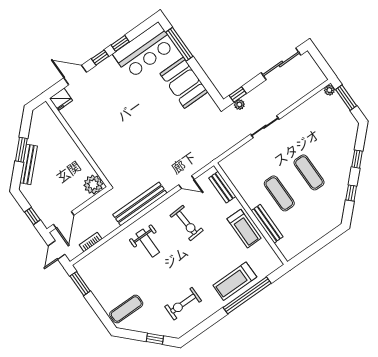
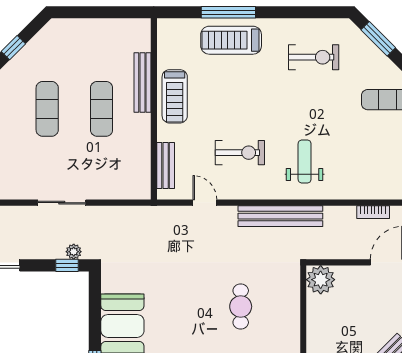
cafe table: (127, 139) -> (241, 307), added
exercise bike: (187, 223) -> (240, 153), turned 94
treadmill: (244, 229) -> (175, 96), turned 180
treadmill: (235, 281) -> (231, 40), turned 180
window: (247, 295) -> (228, 12), width x0.68
window: (155, 339) -> (378, 39), width x1.50

